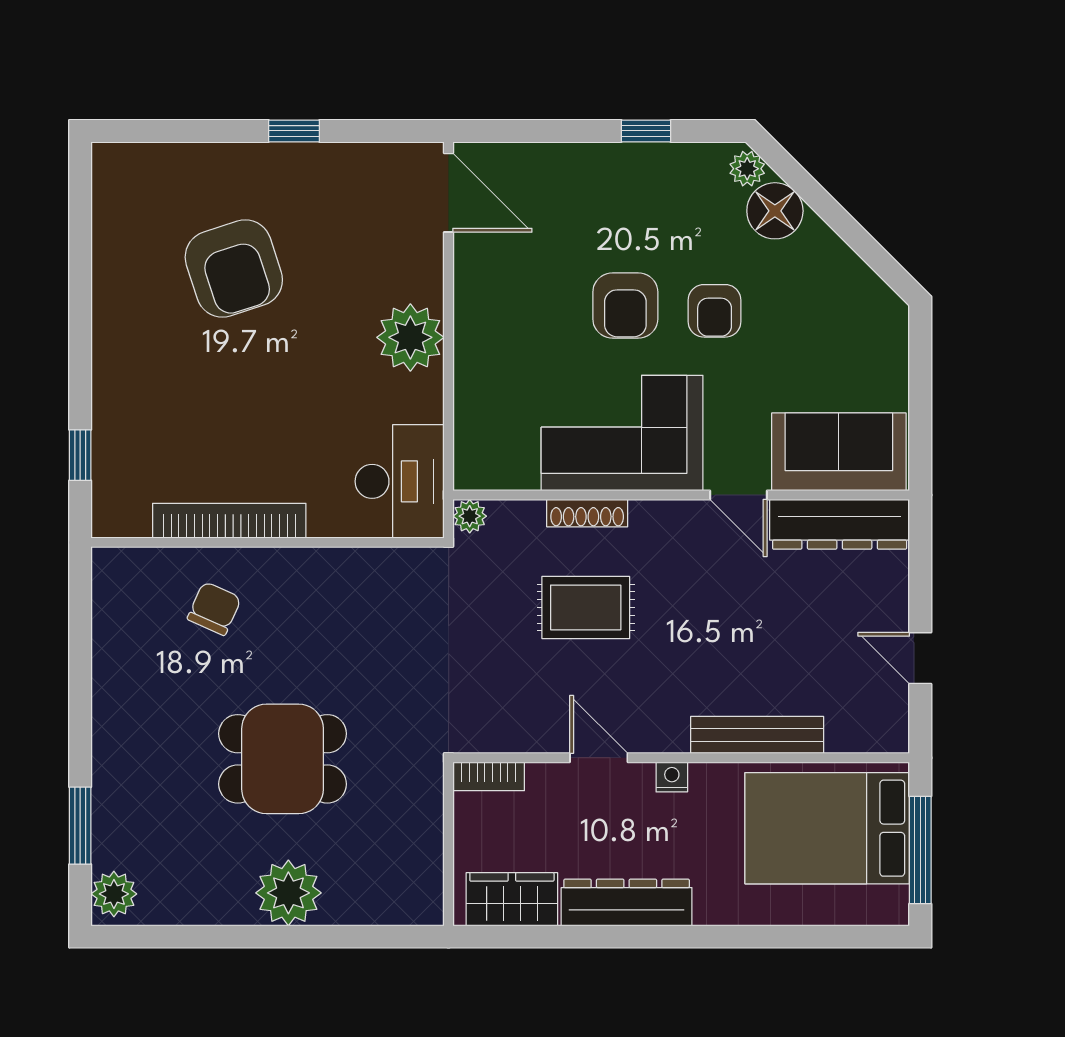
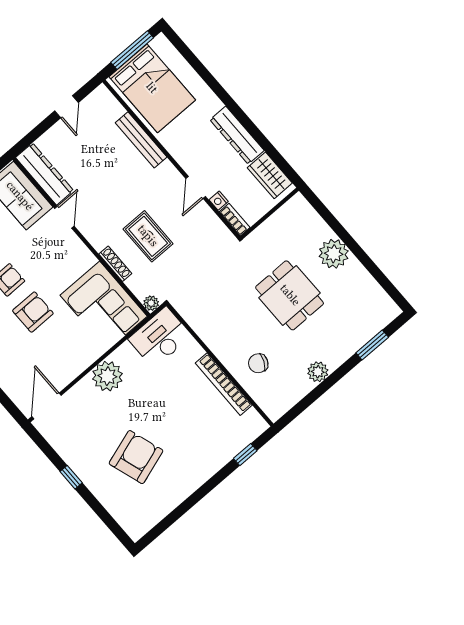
corner sofa: (622, 433) -> (104, 306), moved
nightstand: (672, 777) -> (219, 201), moved
plant: (114, 894) -> (318, 372), moved

